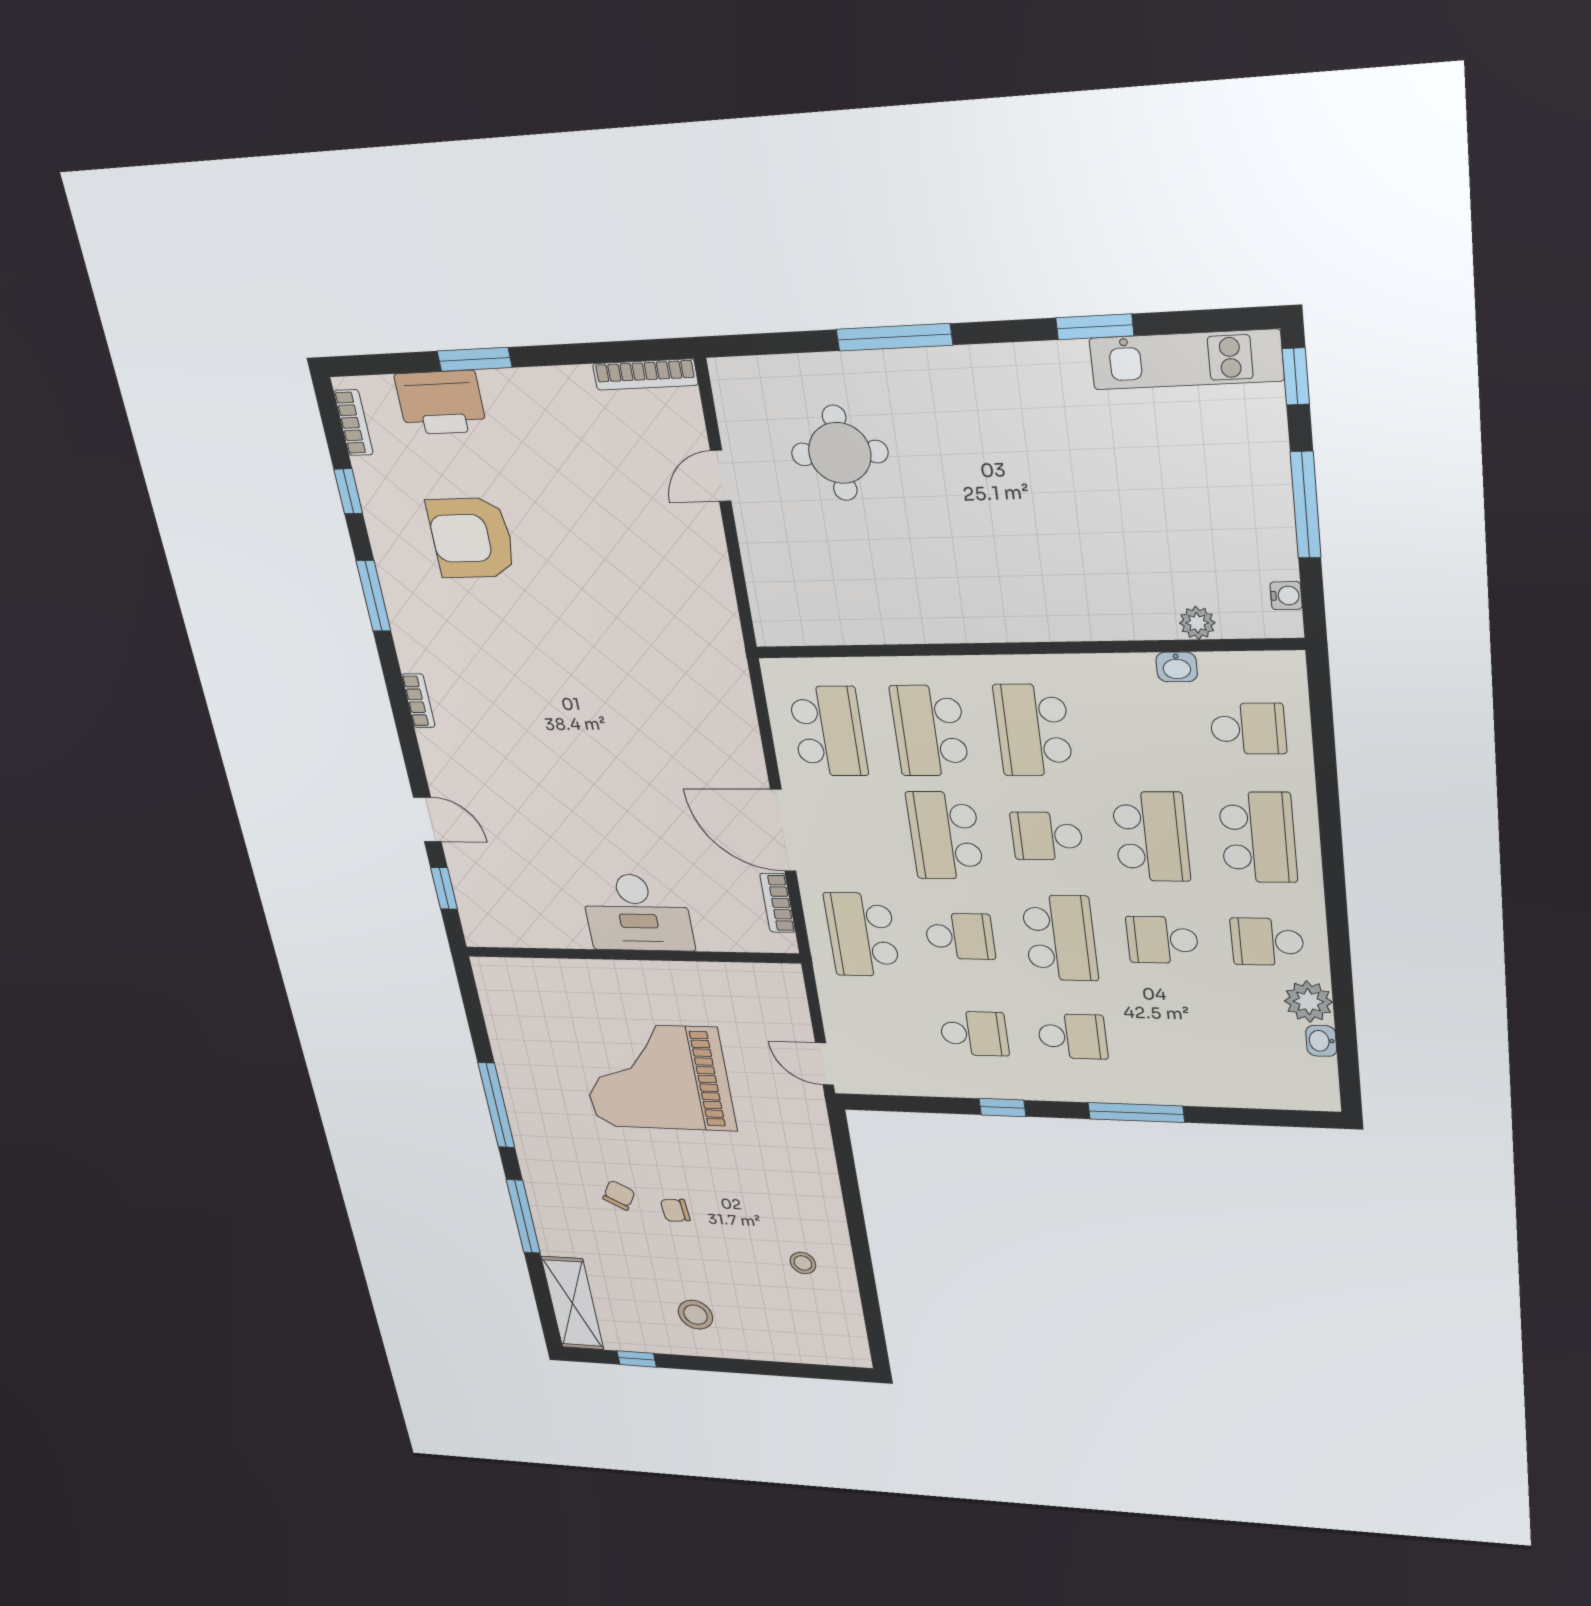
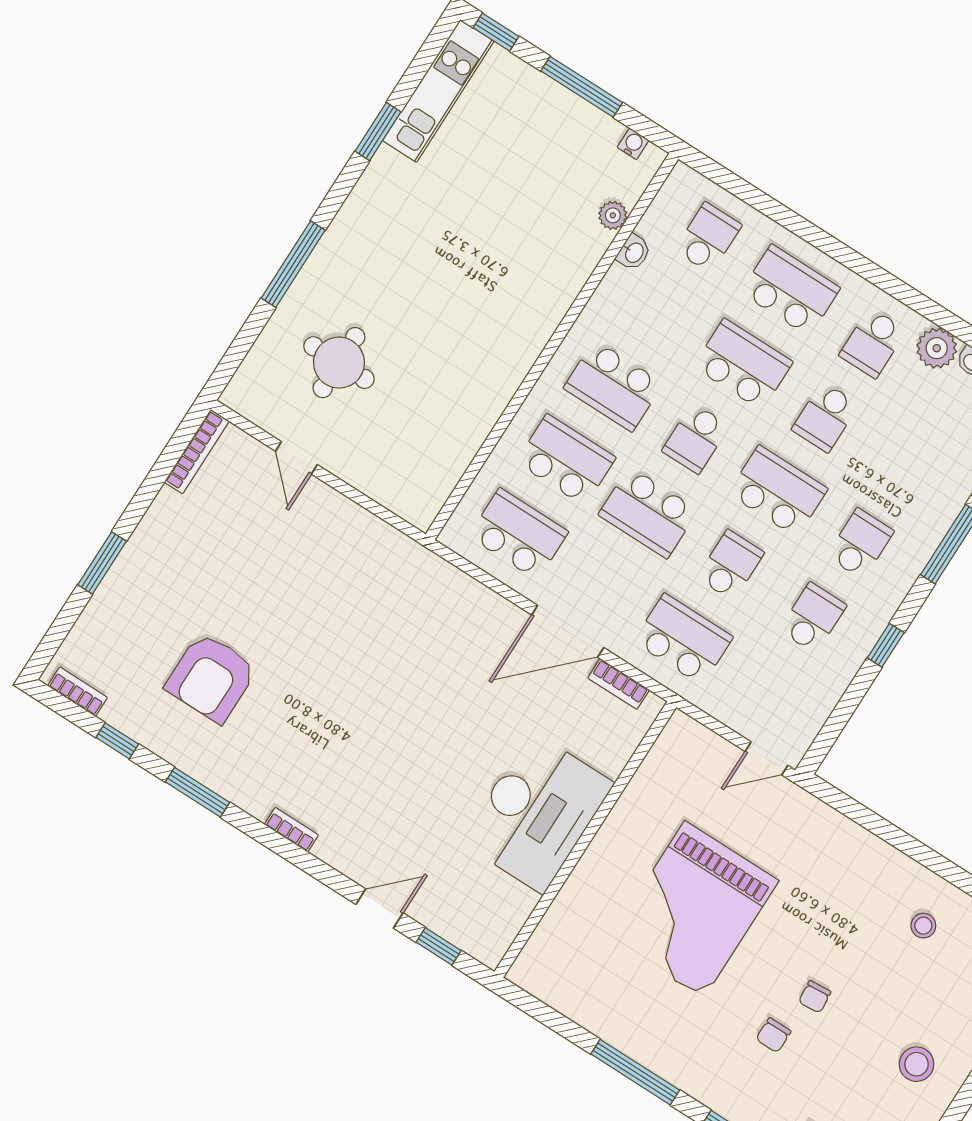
printer: (441, 403) -> (111, 614), removed
school desk: (930, 731) -> (566, 460), turned 180
desk: (637, 913) -> (537, 812), width x1.36, depth x1.30
school desk: (862, 935) -> (683, 639), turned 180
chair: (619, 1195) -> (773, 1035), turned -119

